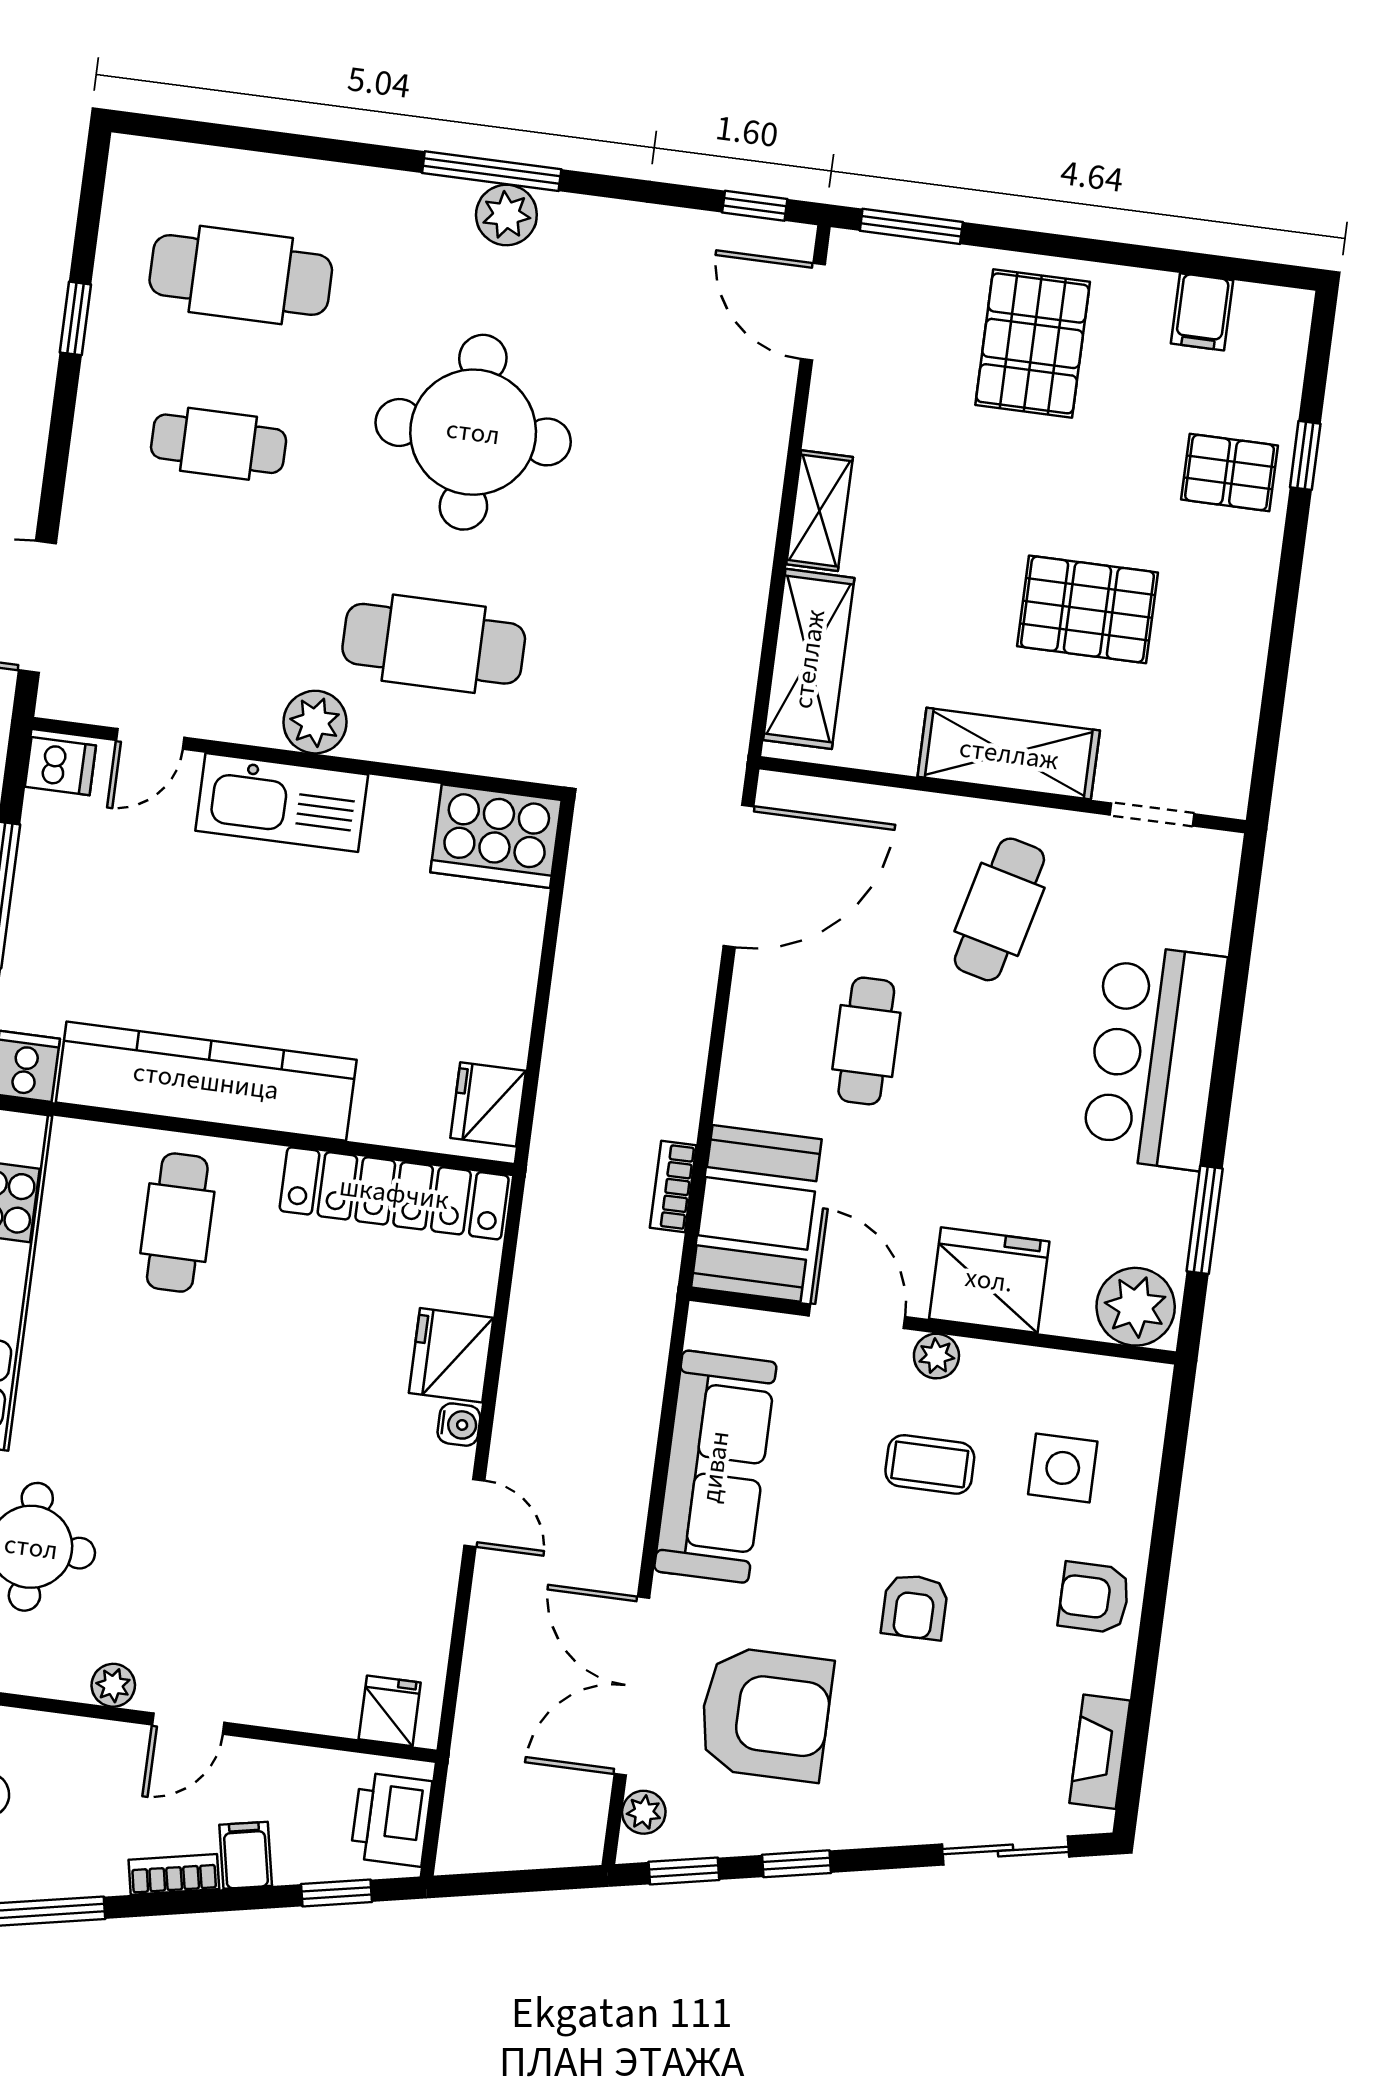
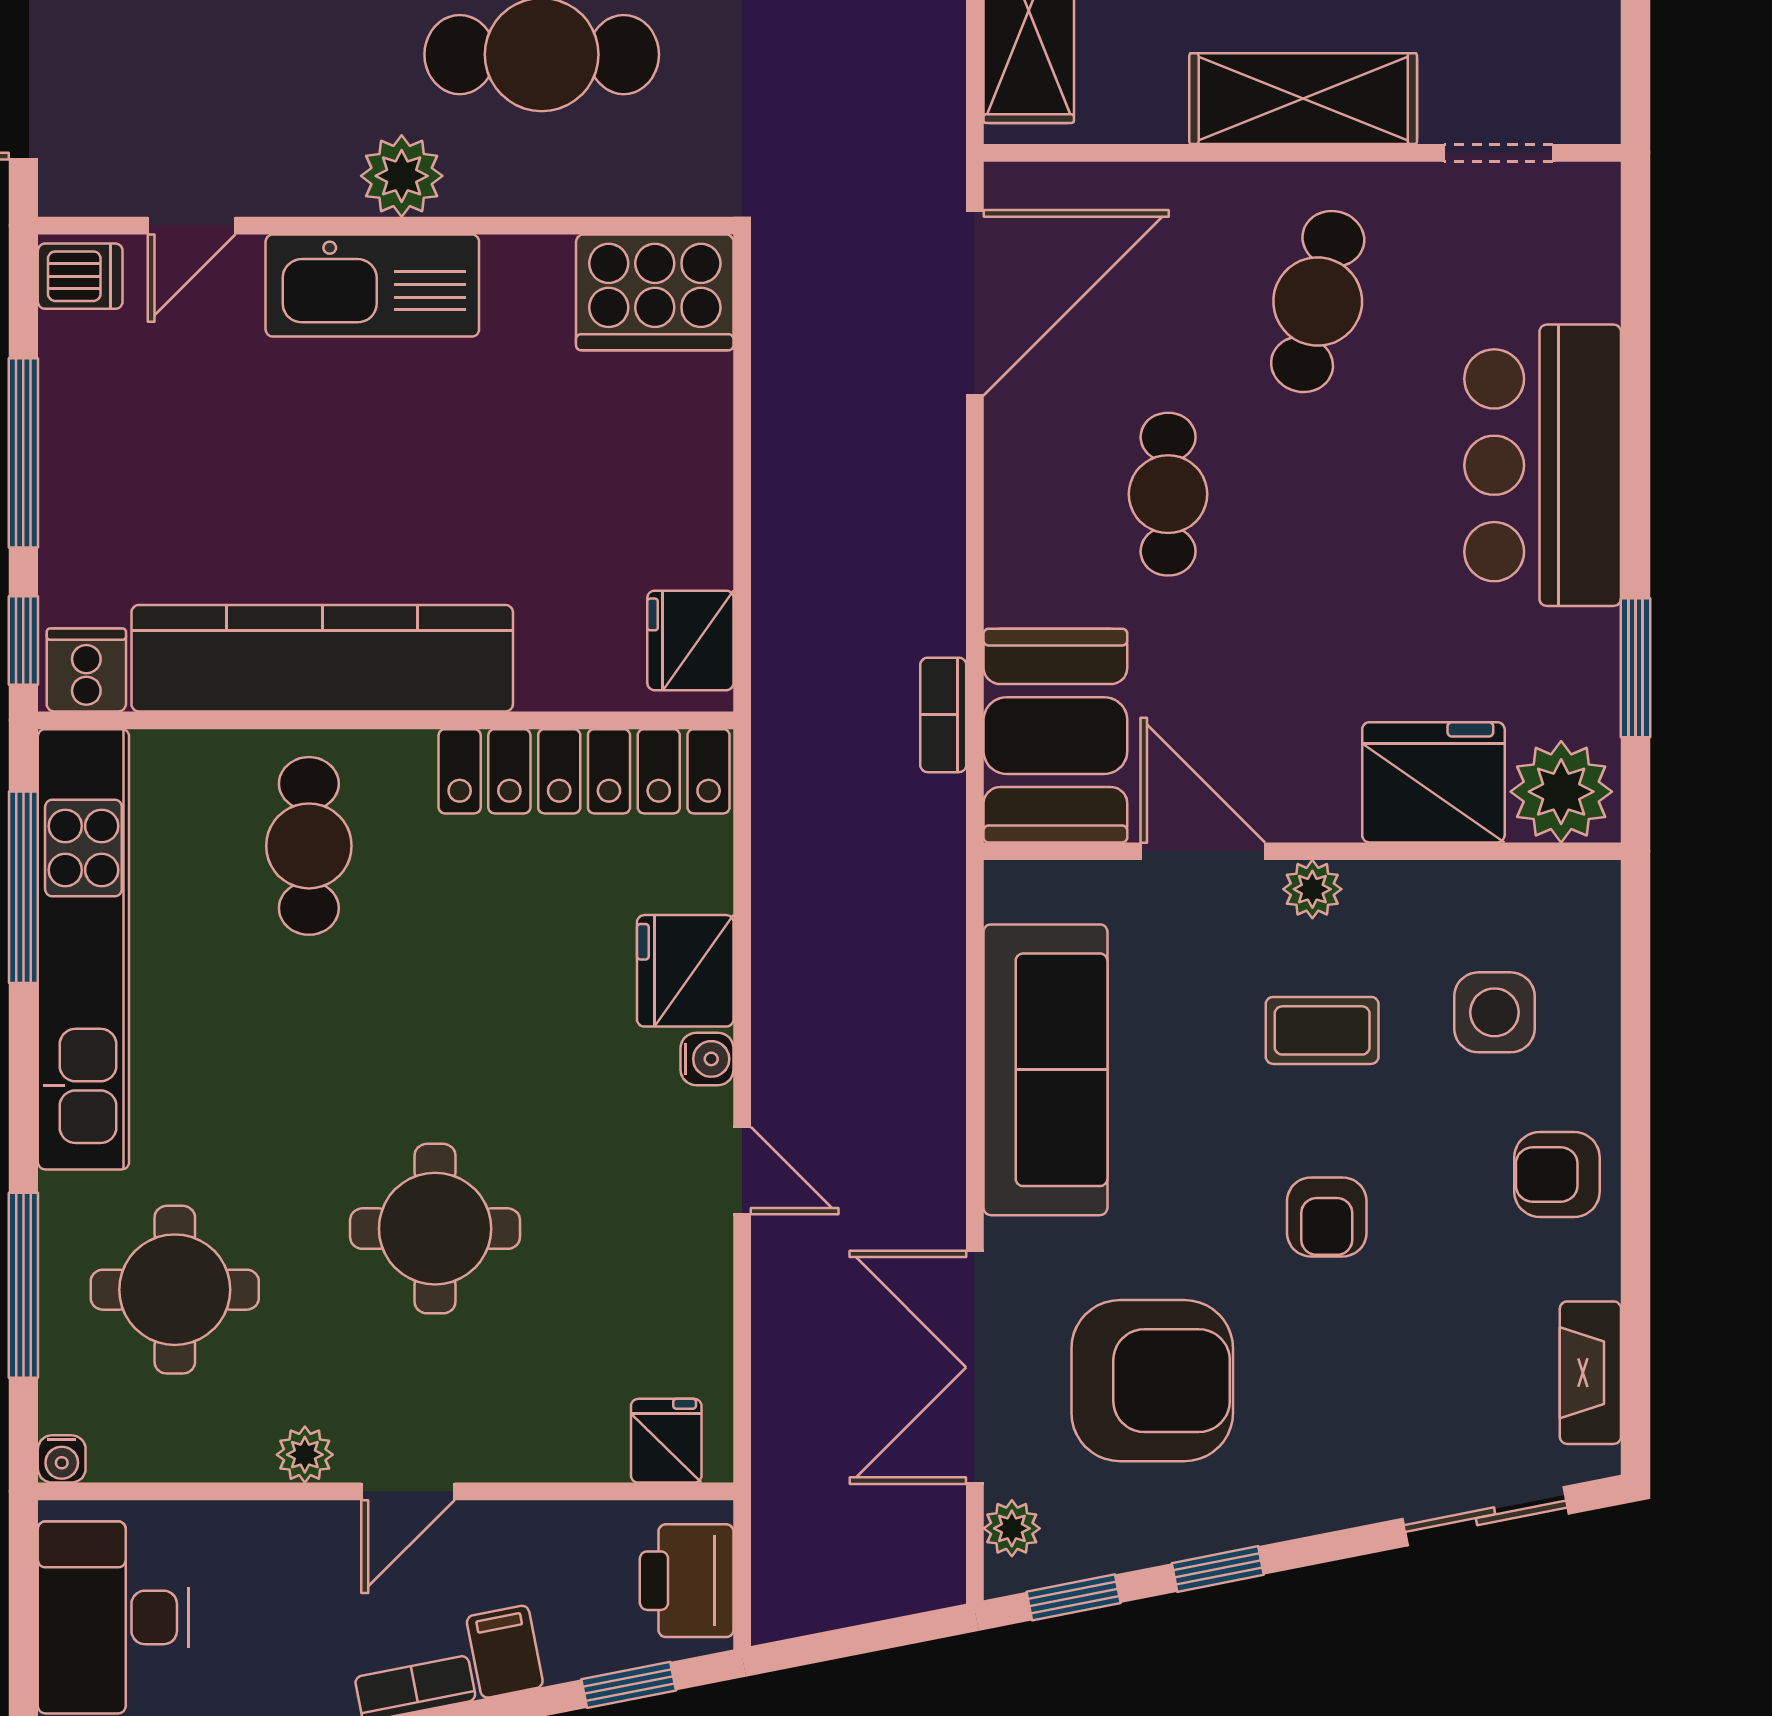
fridge: (989, 1280) -> (1433, 782), moved
round table: (235, 1526) -> (435, 1229), added

